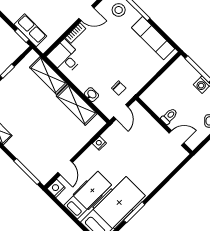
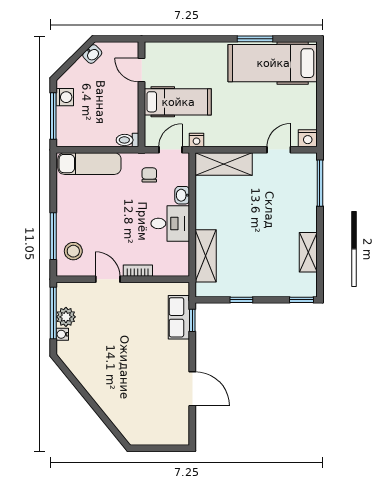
exam couch: (153, 38) -> (89, 164), moved, turned 90
desk: (65, 57) -> (170, 223), moved, turned -90
shelving: (77, 105) -> (224, 164), moved, turned 90
toilet: (169, 116) -> (128, 140), moved
nightstand: (99, 143) -> (196, 140), moved
hospital bed: (88, 195) -> (178, 102), moved, turned 180

